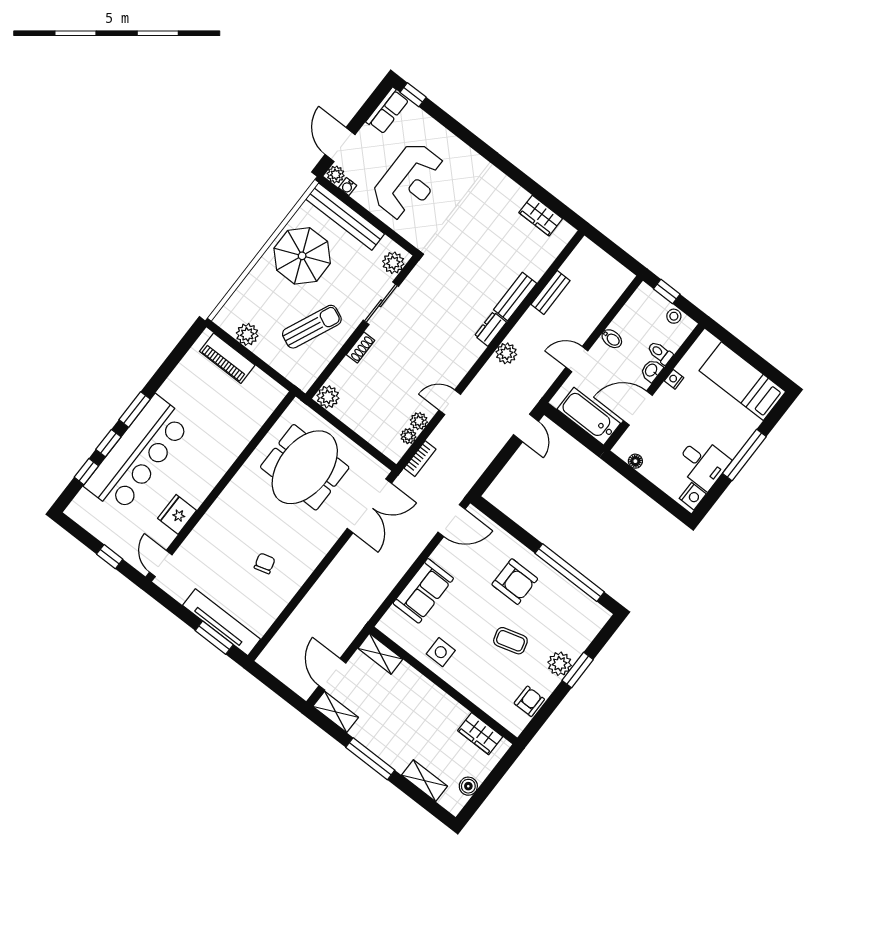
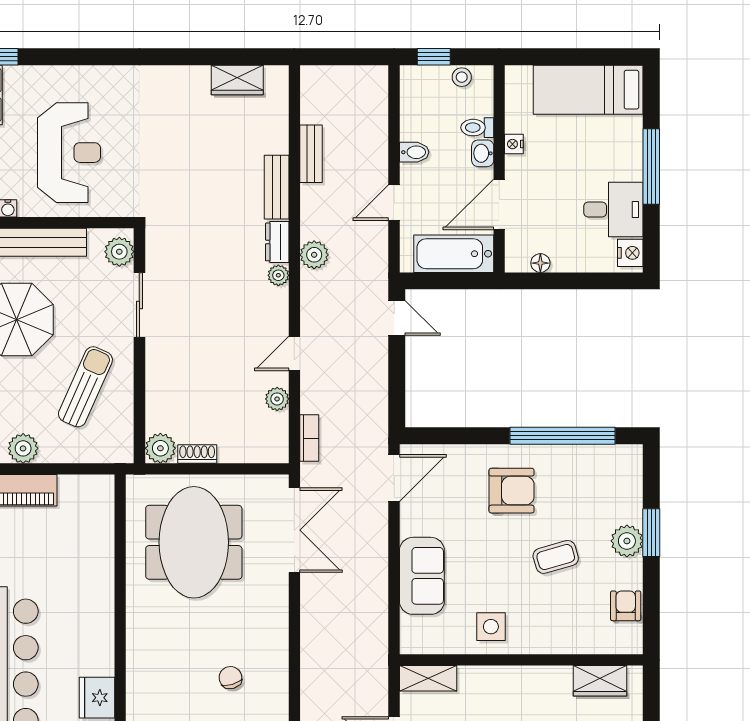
shoe rack: (361, 348) -> (197, 454), moved, turned -90
plant: (408, 436) -> (278, 275), moved

